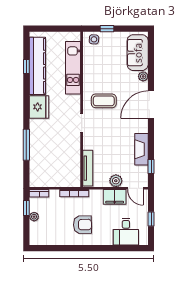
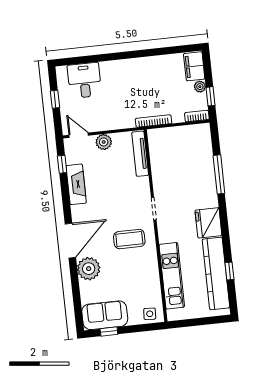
window: (107, 29) -> (109, 331), moved
sofa: (138, 53) -> (105, 315), moved, turned -90
plant: (143, 76) -> (89, 269), width x1.87, depth x1.87
filing cabinet: (115, 197) -> (194, 66), moved, turned -90
armchair: (82, 225) -> (139, 83), removed

